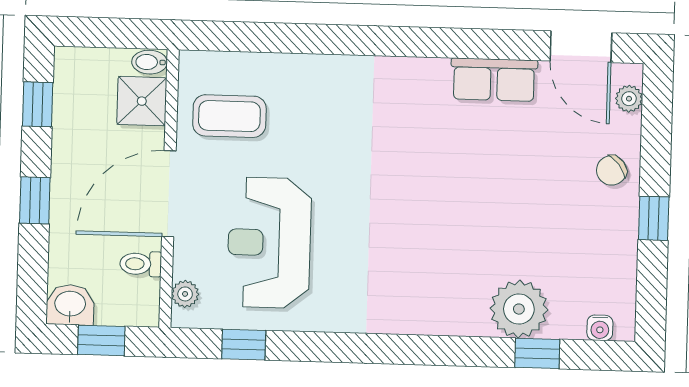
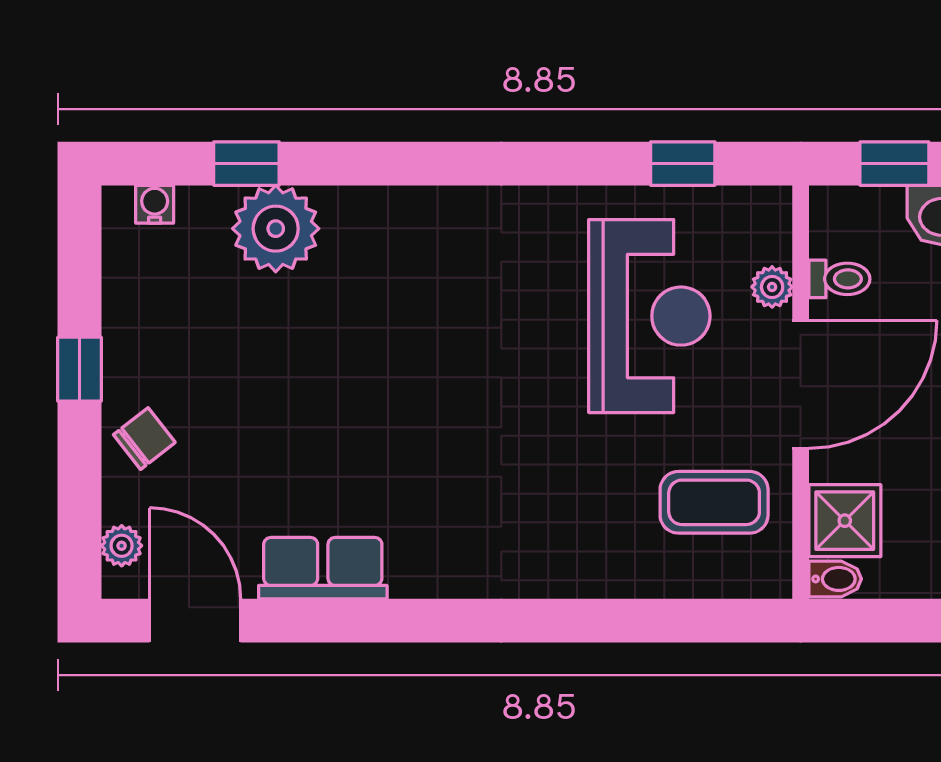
plant: (185, 294) -> (772, 287), moved

